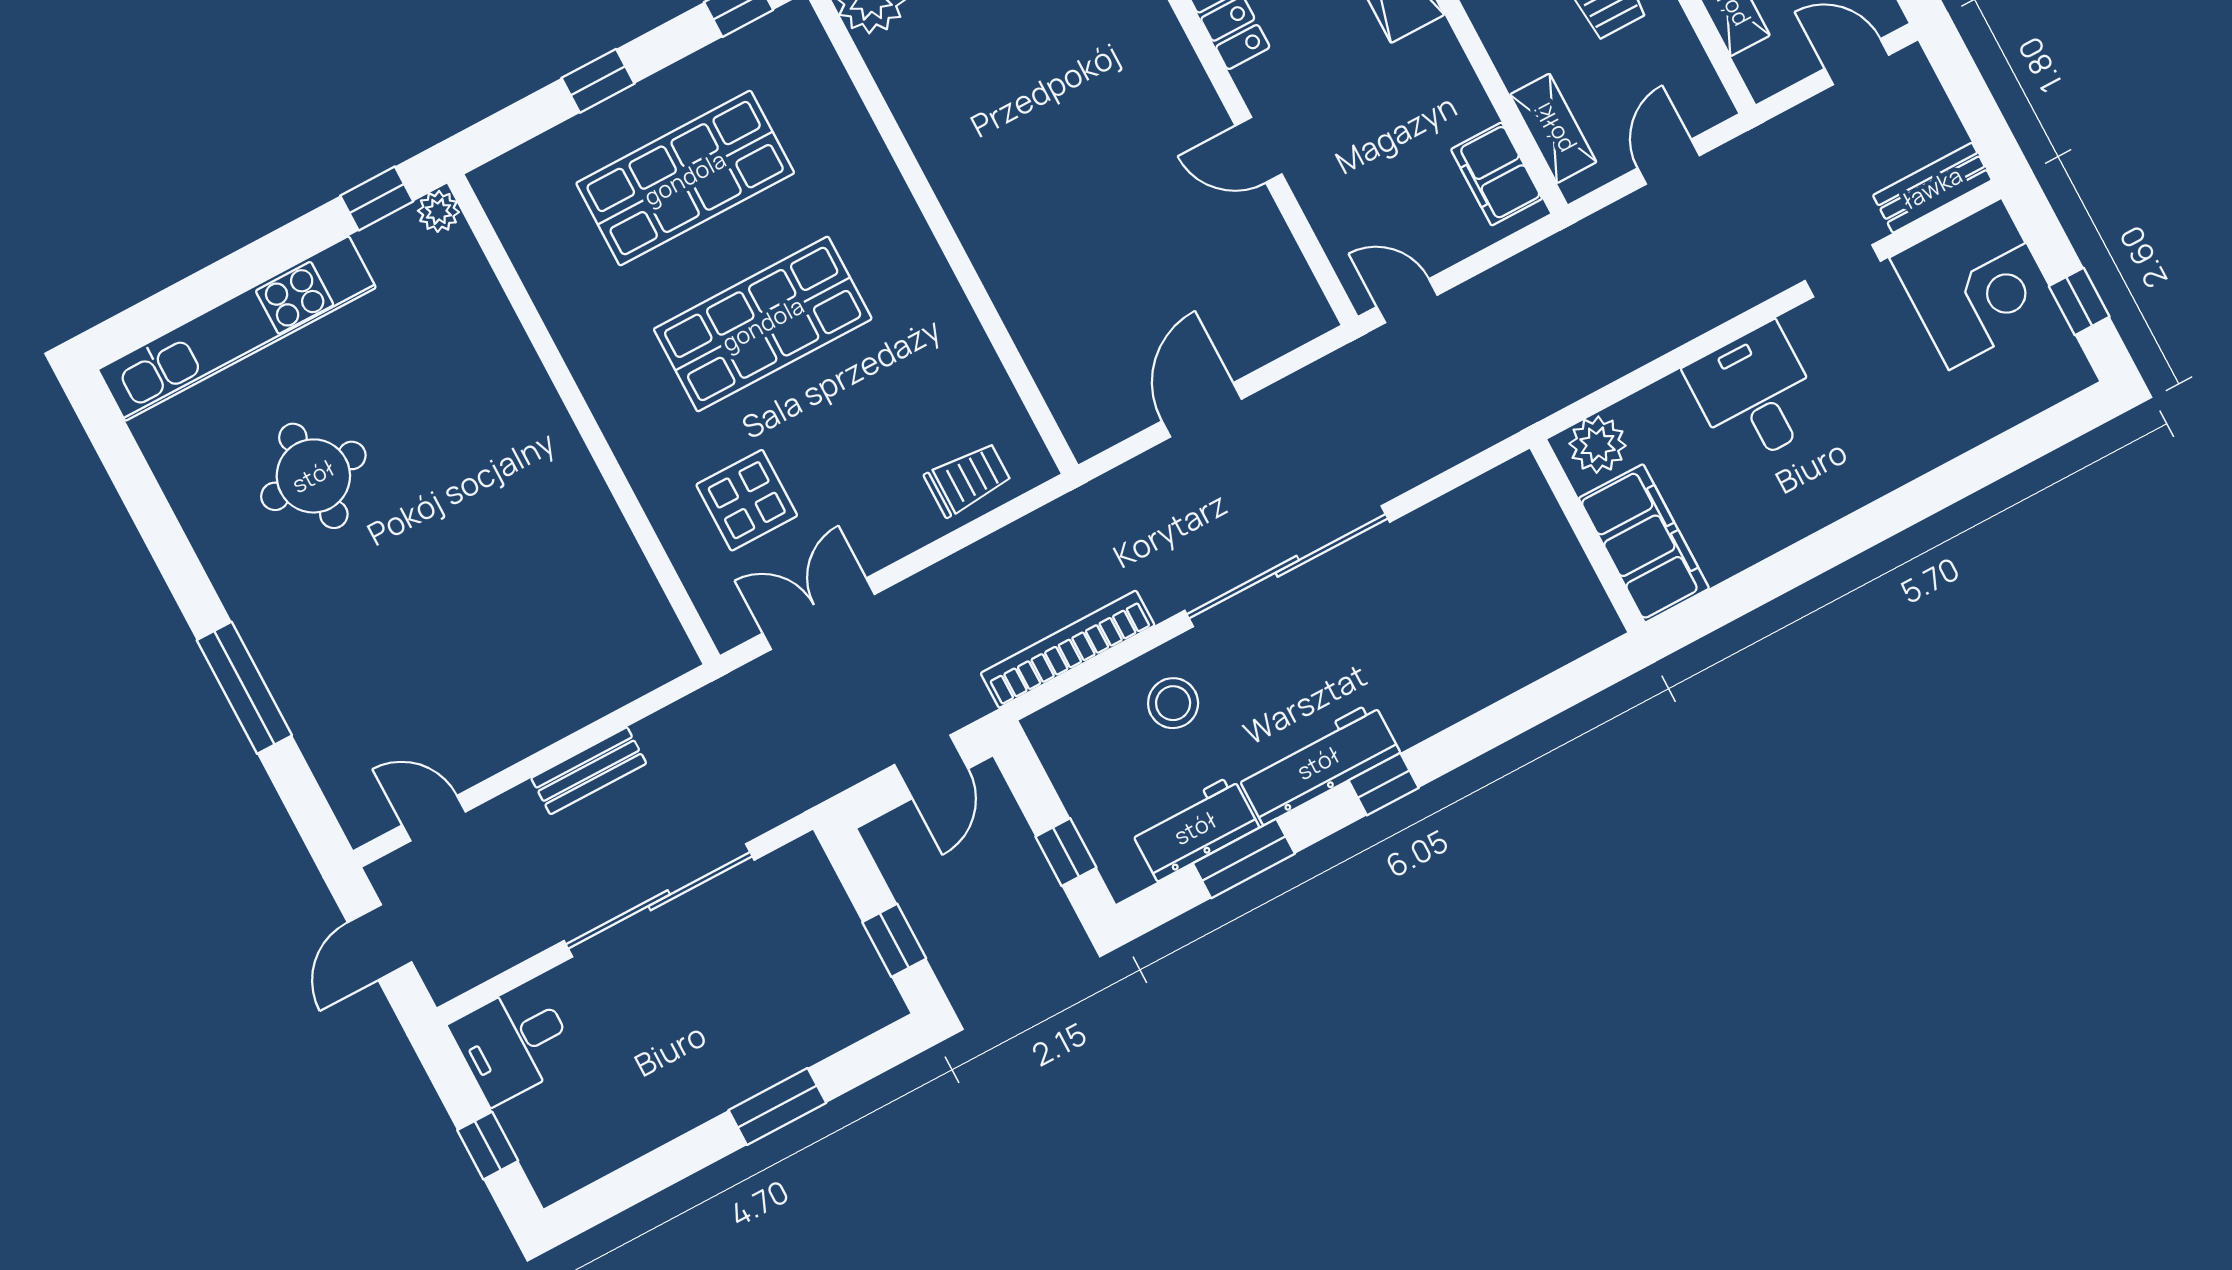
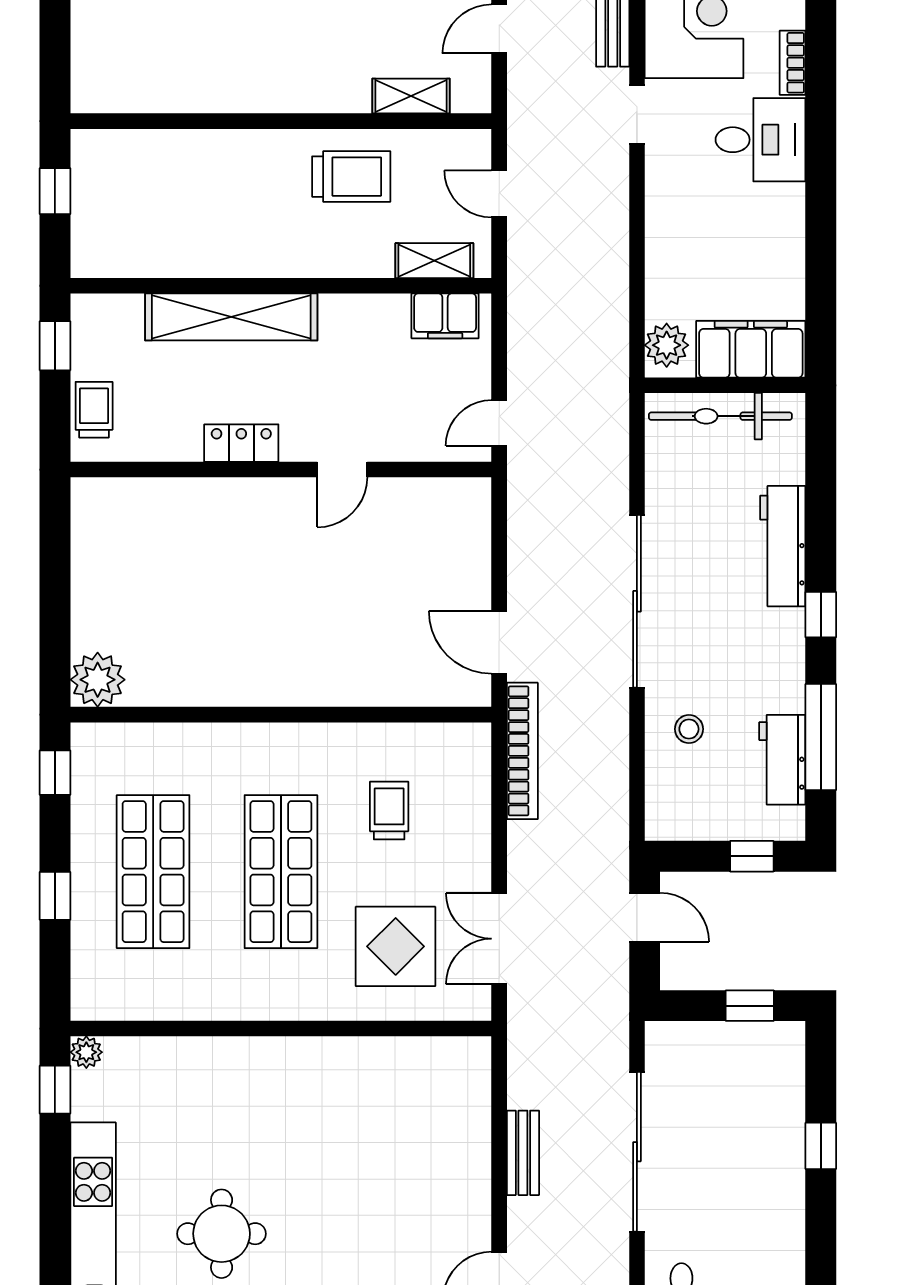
desk: (1755, 395) -> (760, 140), moved, turned 180
door: (1202, 410) -> (499, 642), moved
bookcase: (1996, 417) -> (793, 63), added
trolley: (968, 479) -> (389, 810), moved
display table: (747, 500) -> (396, 946), width x1.36, depth x1.36
bicycle: (1549, 549) -> (720, 416), added
bookcase: (1068, 649) -> (522, 751), moved, turned 180
stool: (1173, 703) -> (689, 729), width x0.73, depth x0.73
workbench: (1318, 763) -> (783, 546), moved
window: (1244, 858) -> (821, 737), width x1.44
window: (777, 1107) -> (821, 1146), width x0.67

